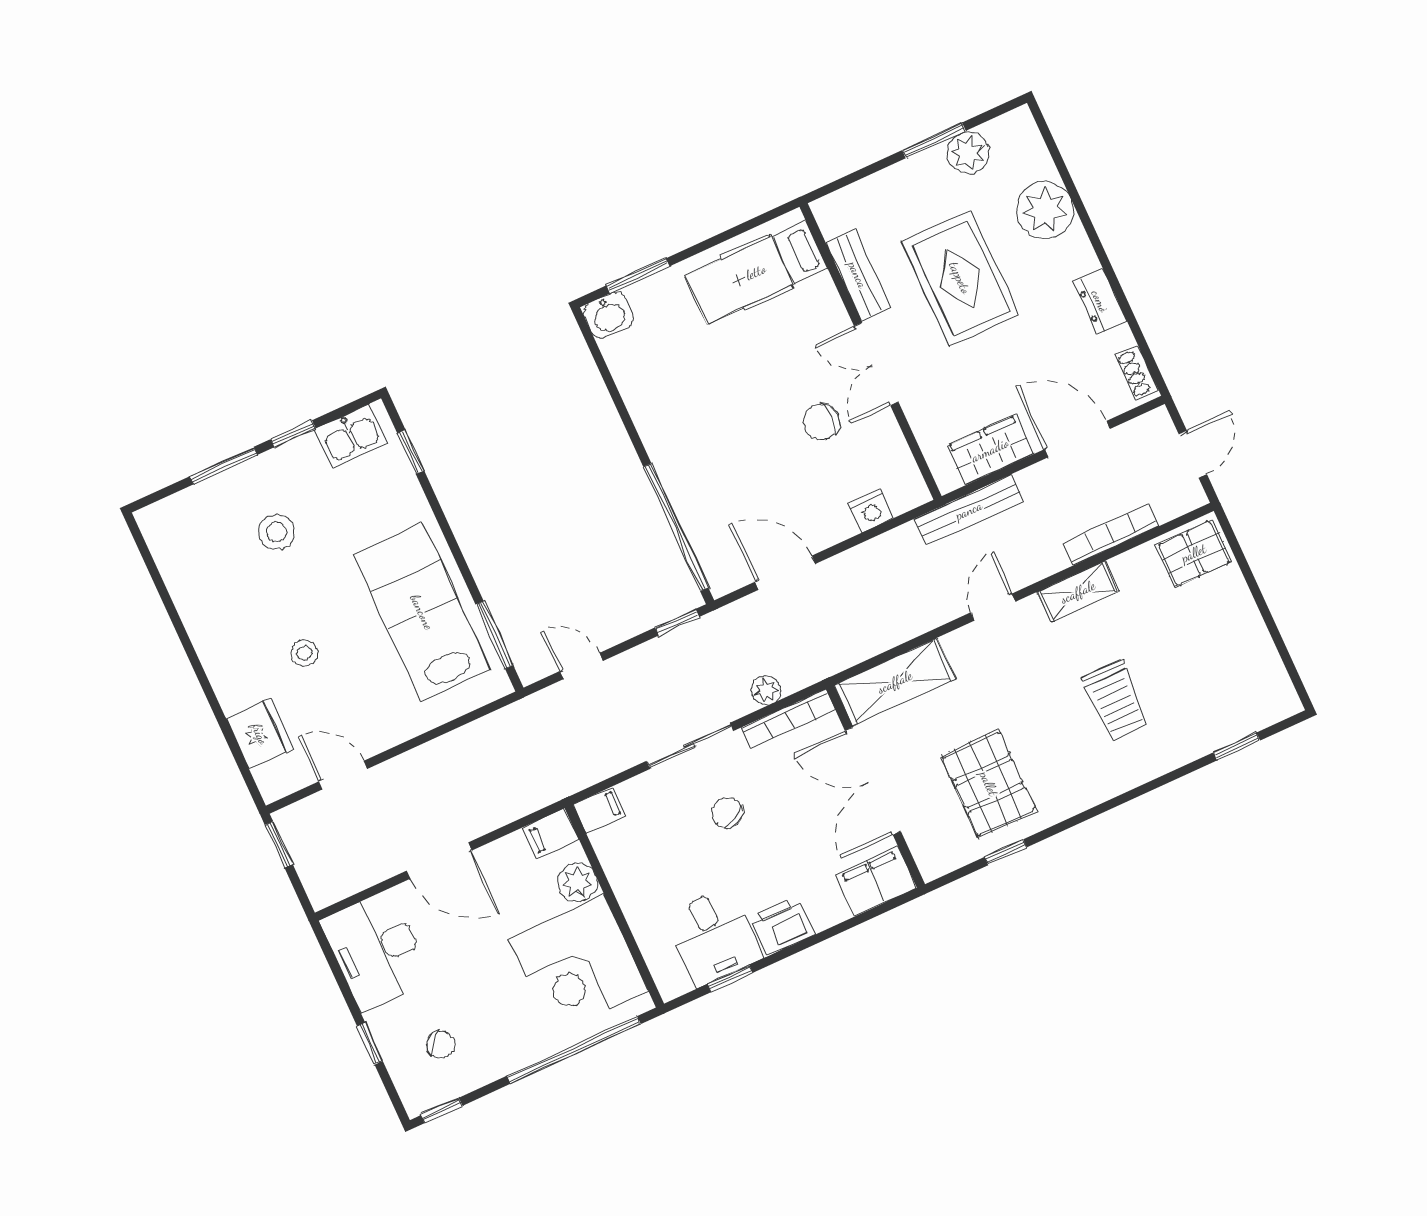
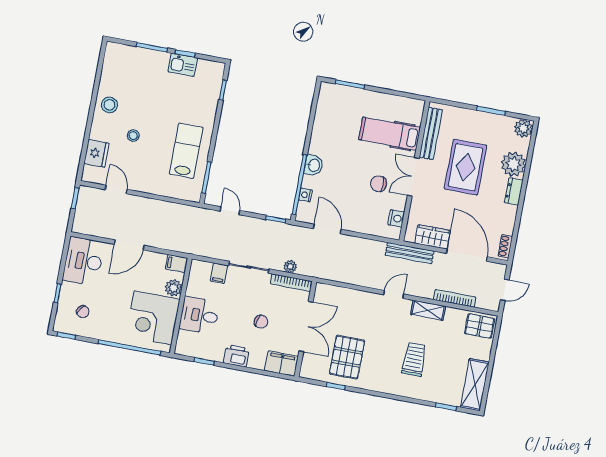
plant: (968, 153) -> (523, 128), moved
hospital bed: (756, 272) -> (390, 134), moved
bench: (858, 275) -> (431, 134), width x1.36
dresser: (1100, 301) -> (514, 191), moved
washbasin: (608, 315) -> (314, 165), moved, turned -90
kitchen sink: (351, 436) -> (183, 65), moved
door: (1077, 439) -> (467, 255), width x1.36
nightstand: (871, 511) -> (396, 218), moved, turned -90
stool: (276, 532) -> (109, 105), moved
nightstand: (700, 538) -> (305, 195), added
lab bench: (422, 612) -> (186, 151), width x0.73, depth x0.72
shelving: (895, 682) -> (475, 385), moved, turned 90
trolley: (1116, 701) -> (414, 359), turned 180
double door: (873, 781) -> (306, 326), swing flipped
filing cabinet: (599, 810) -> (219, 273), moved, turned 90
chair: (727, 813) -> (261, 322), moved, turned 129
door: (439, 861) -> (129, 245), hinge flipped
desk: (714, 936) -> (199, 315), moved, turned 90

